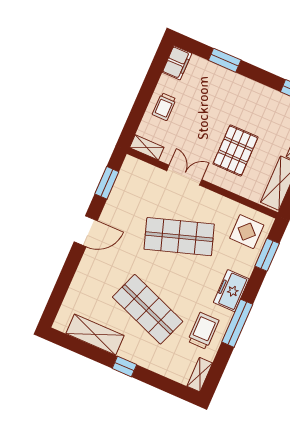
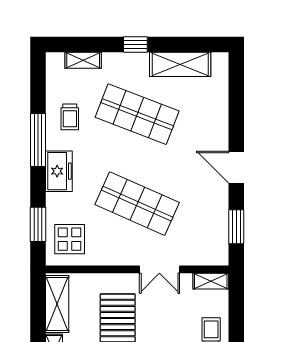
door: (86, 231) -> (236, 167), hinge flipped
shop shelf: (179, 237) -> (137, 204), turned 42
trolley: (203, 331) -> (70, 117), width x0.73, depth x0.72
shelving: (200, 375) -> (83, 60), moved, turned 90

